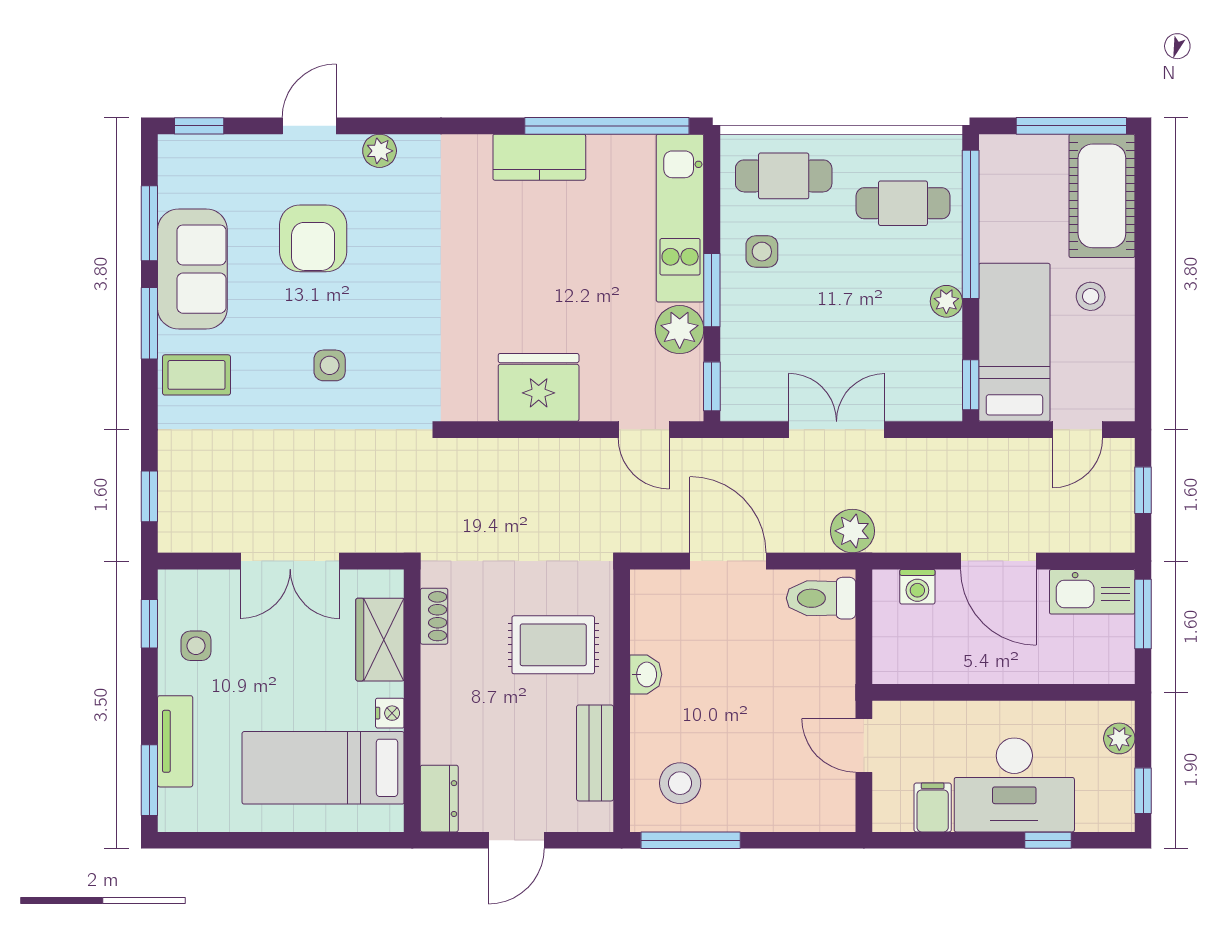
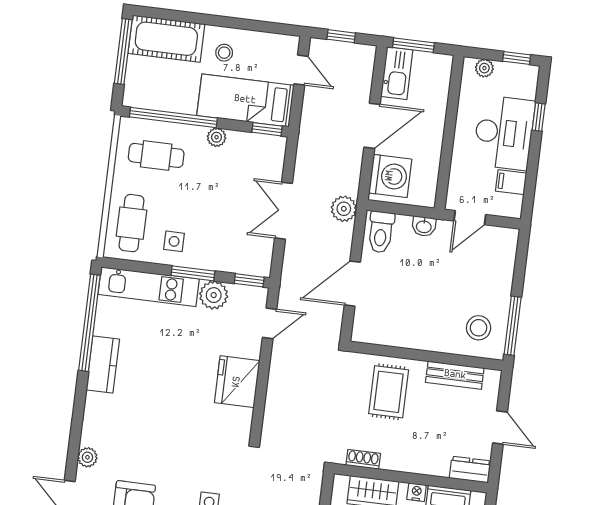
cafe table: (903, 203) -> (156, 155), turned 90
washing machine: (917, 587) -> (390, 176), width x1.89, depth x1.89
washbasin: (646, 674) -> (424, 226), moved, turned 180

